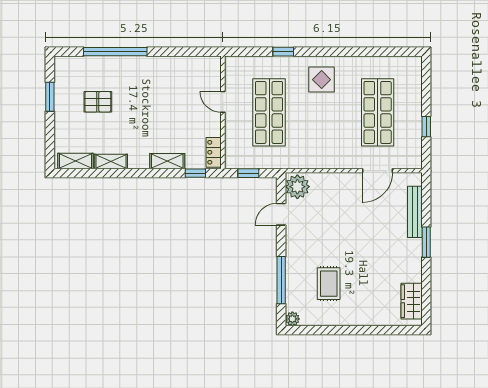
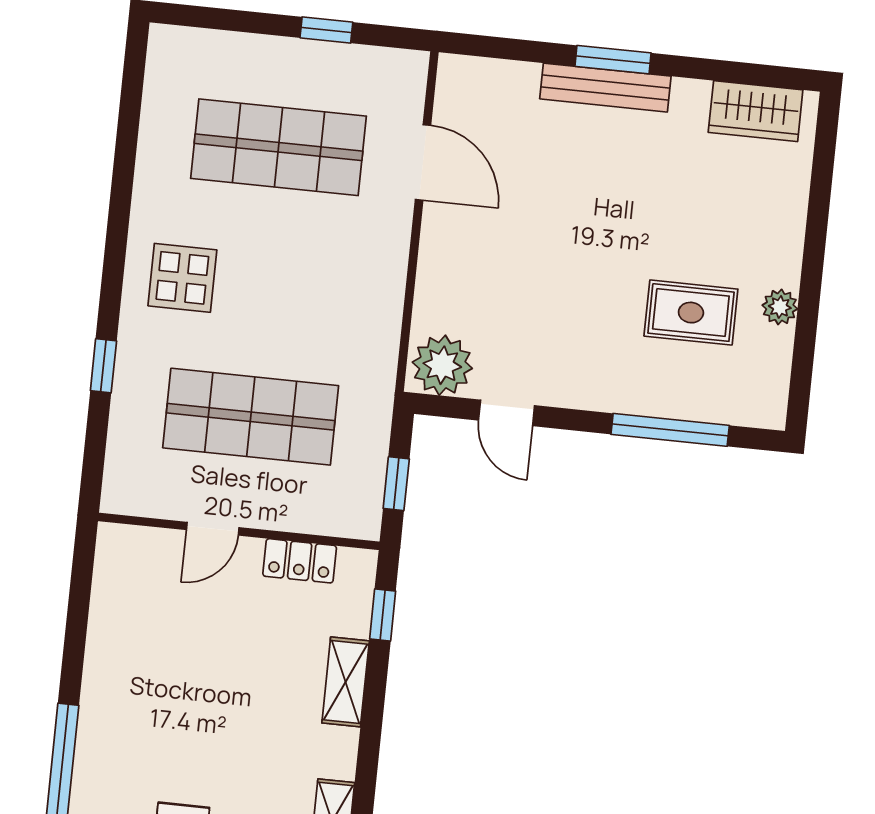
locker: (214, 152) -> (300, 561), moved
bench: (415, 212) -> (605, 88), moved
plant: (292, 319) -> (780, 307), moved

